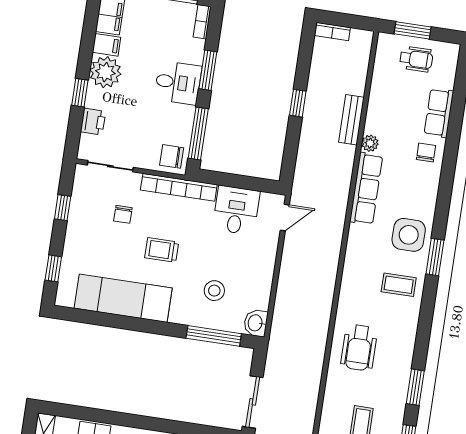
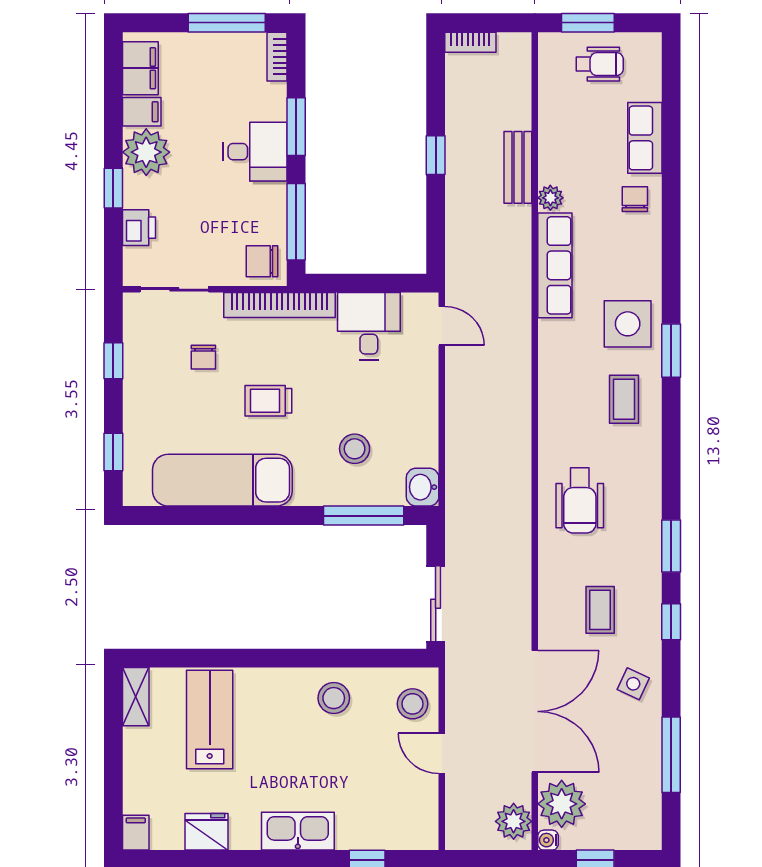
door: (285, 218) -> (442, 326), hinge flipped
coffee table: (399, 285) -> (624, 399), turned 90

